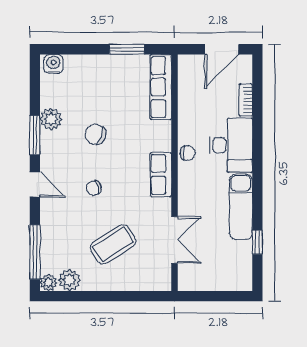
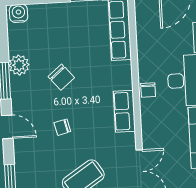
chair: (95, 134) -> (61, 77), turned -150
chair: (188, 153) -> (148, 90), turned 90

